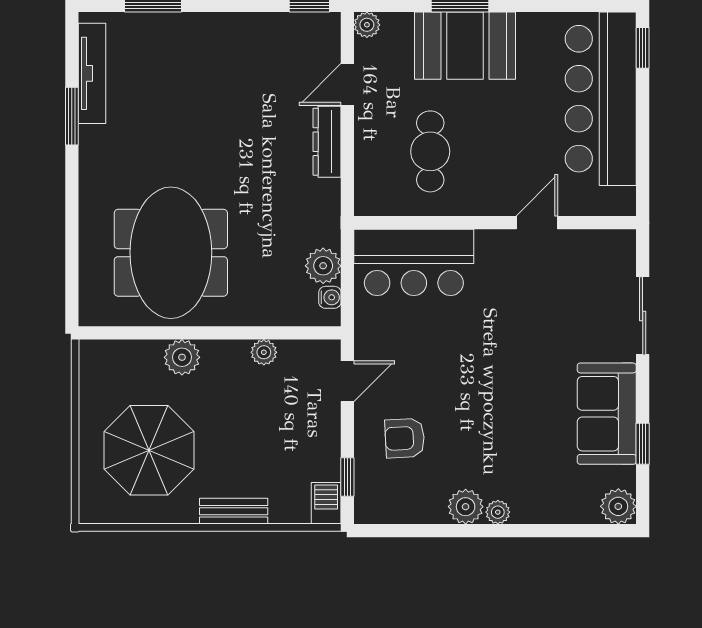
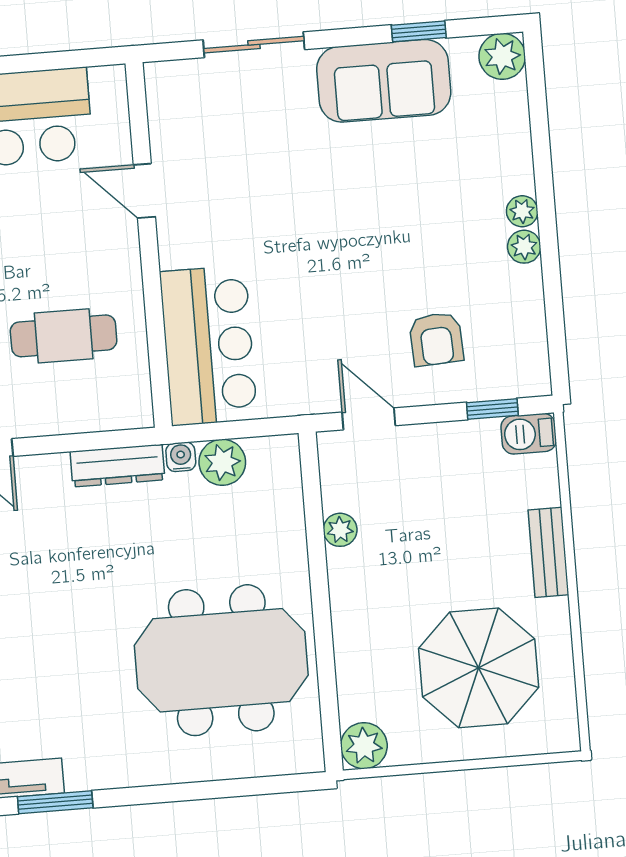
dresser: (327, 142) -> (117, 466), moved
water cooler: (330, 297) -> (181, 457), moved
plant: (182, 357) -> (364, 746), moved
plant: (466, 507) -> (524, 247), width x0.73, depth x0.73

